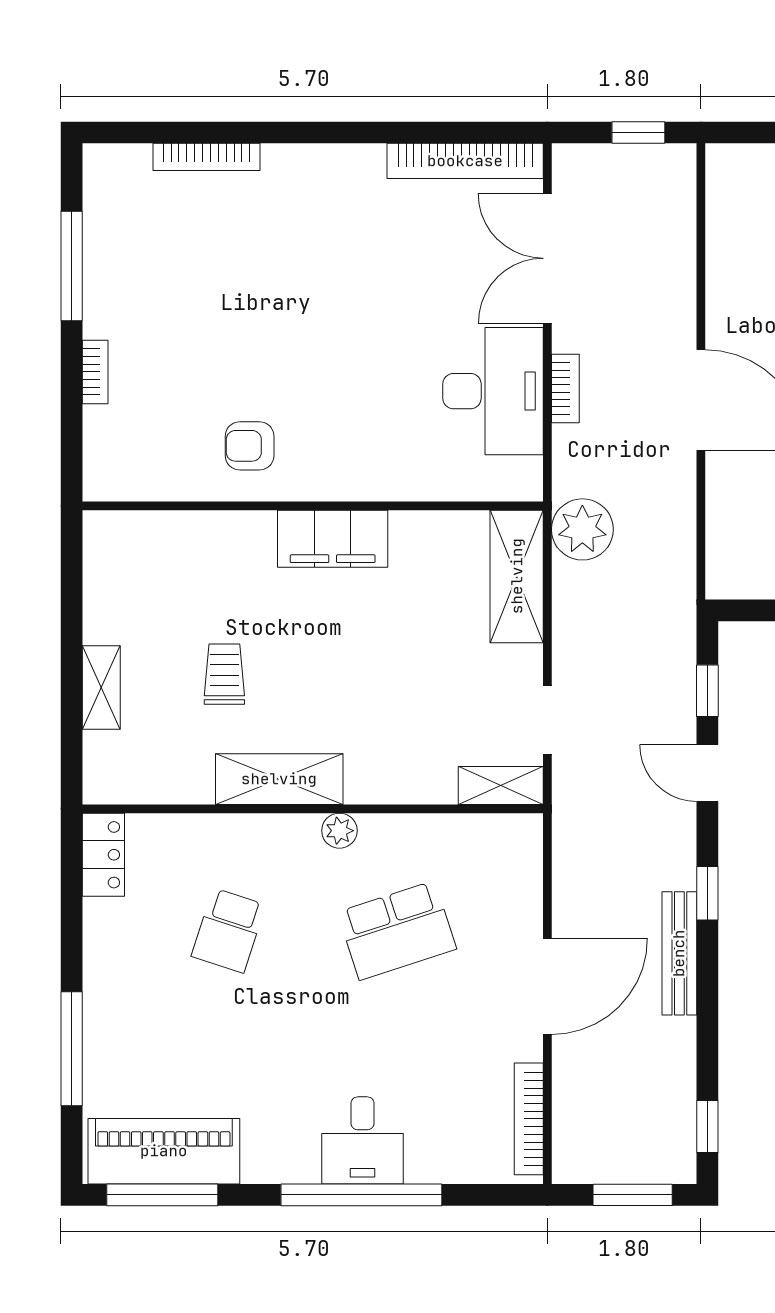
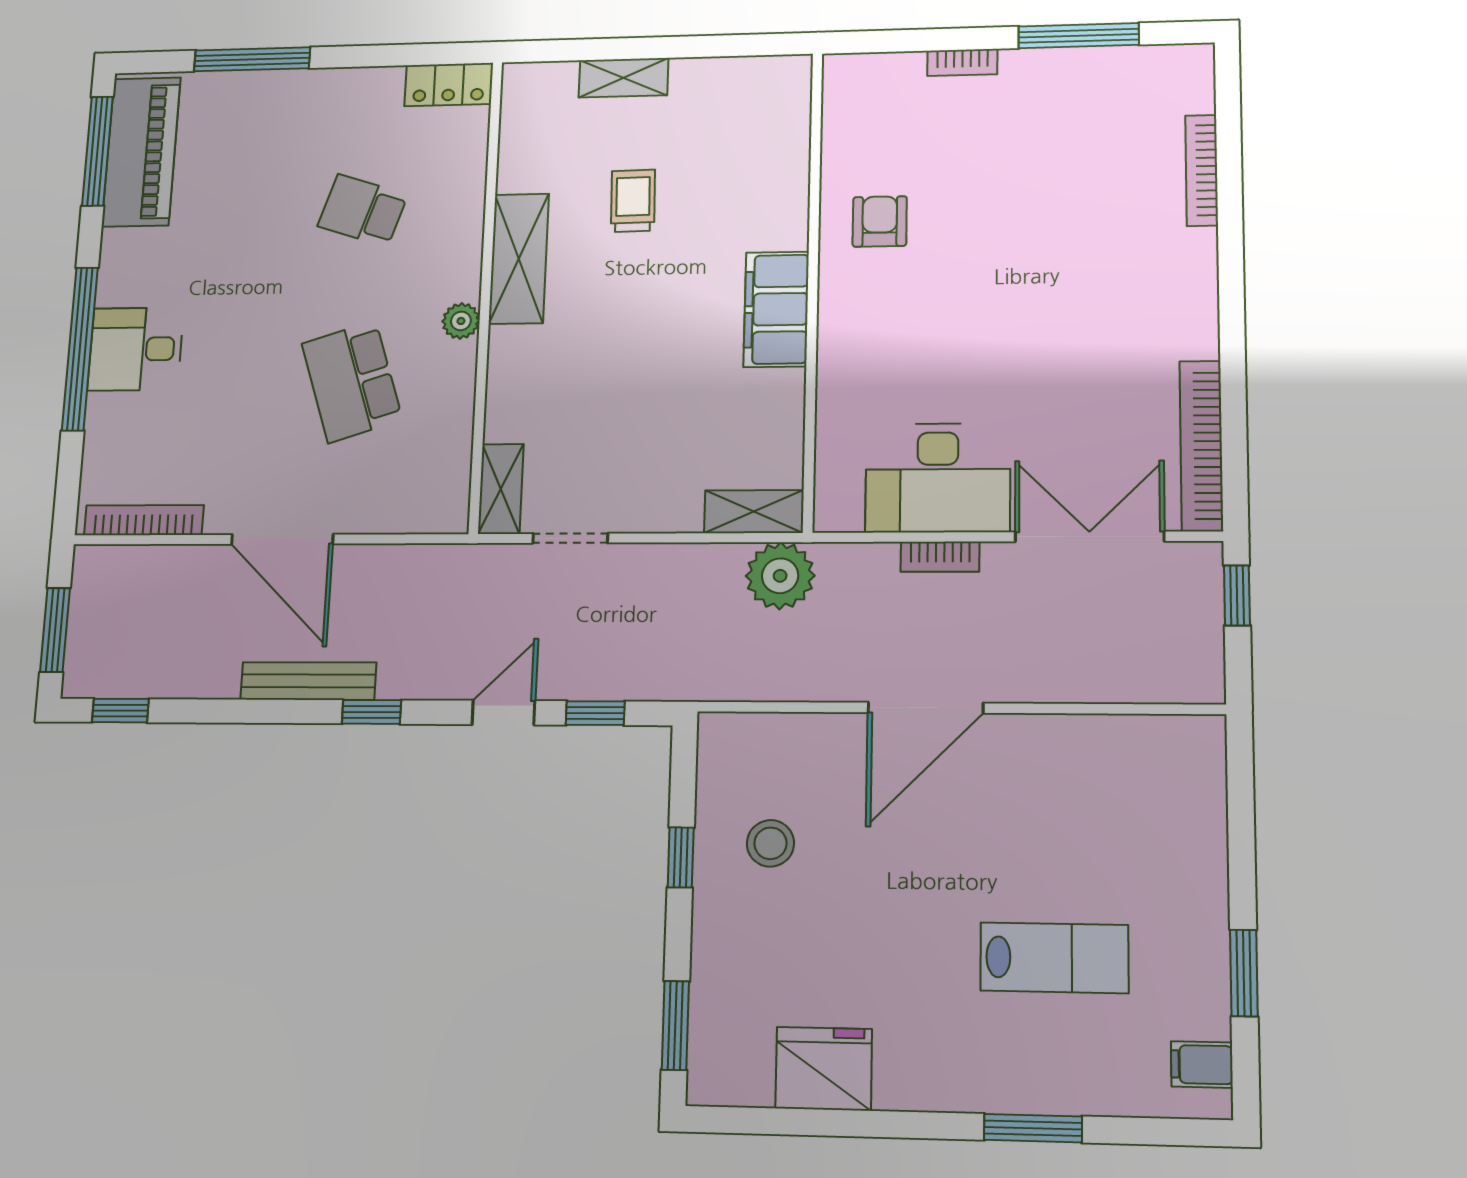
window: (638, 133) -> (1237, 595), moved
shelving: (517, 576) -> (754, 511), width x0.67, depth x0.75
trolley: (224, 674) -> (633, 201), turned -91

